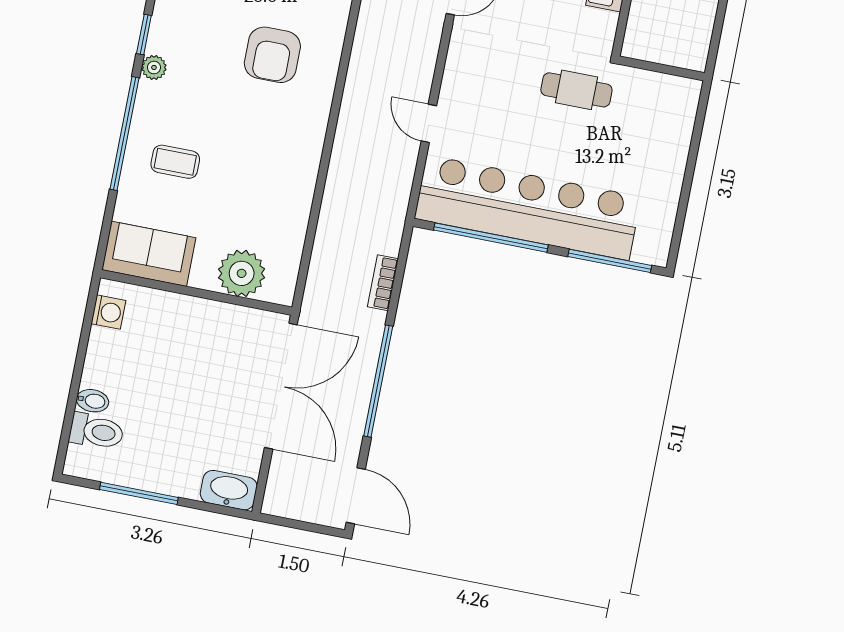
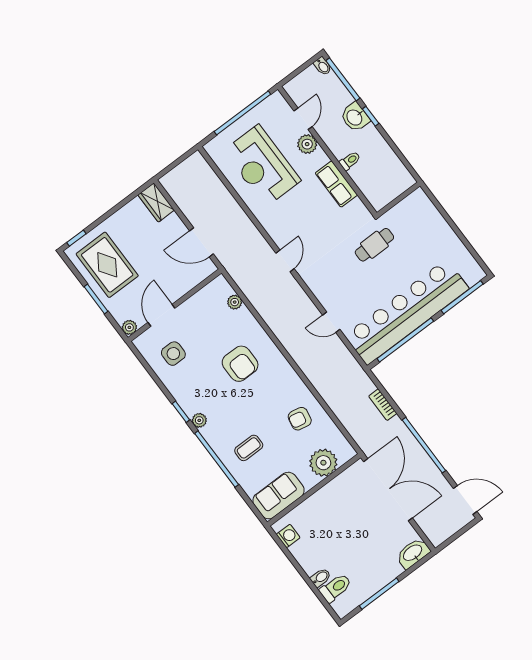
armchair: (270, 193) -> (300, 419), added

